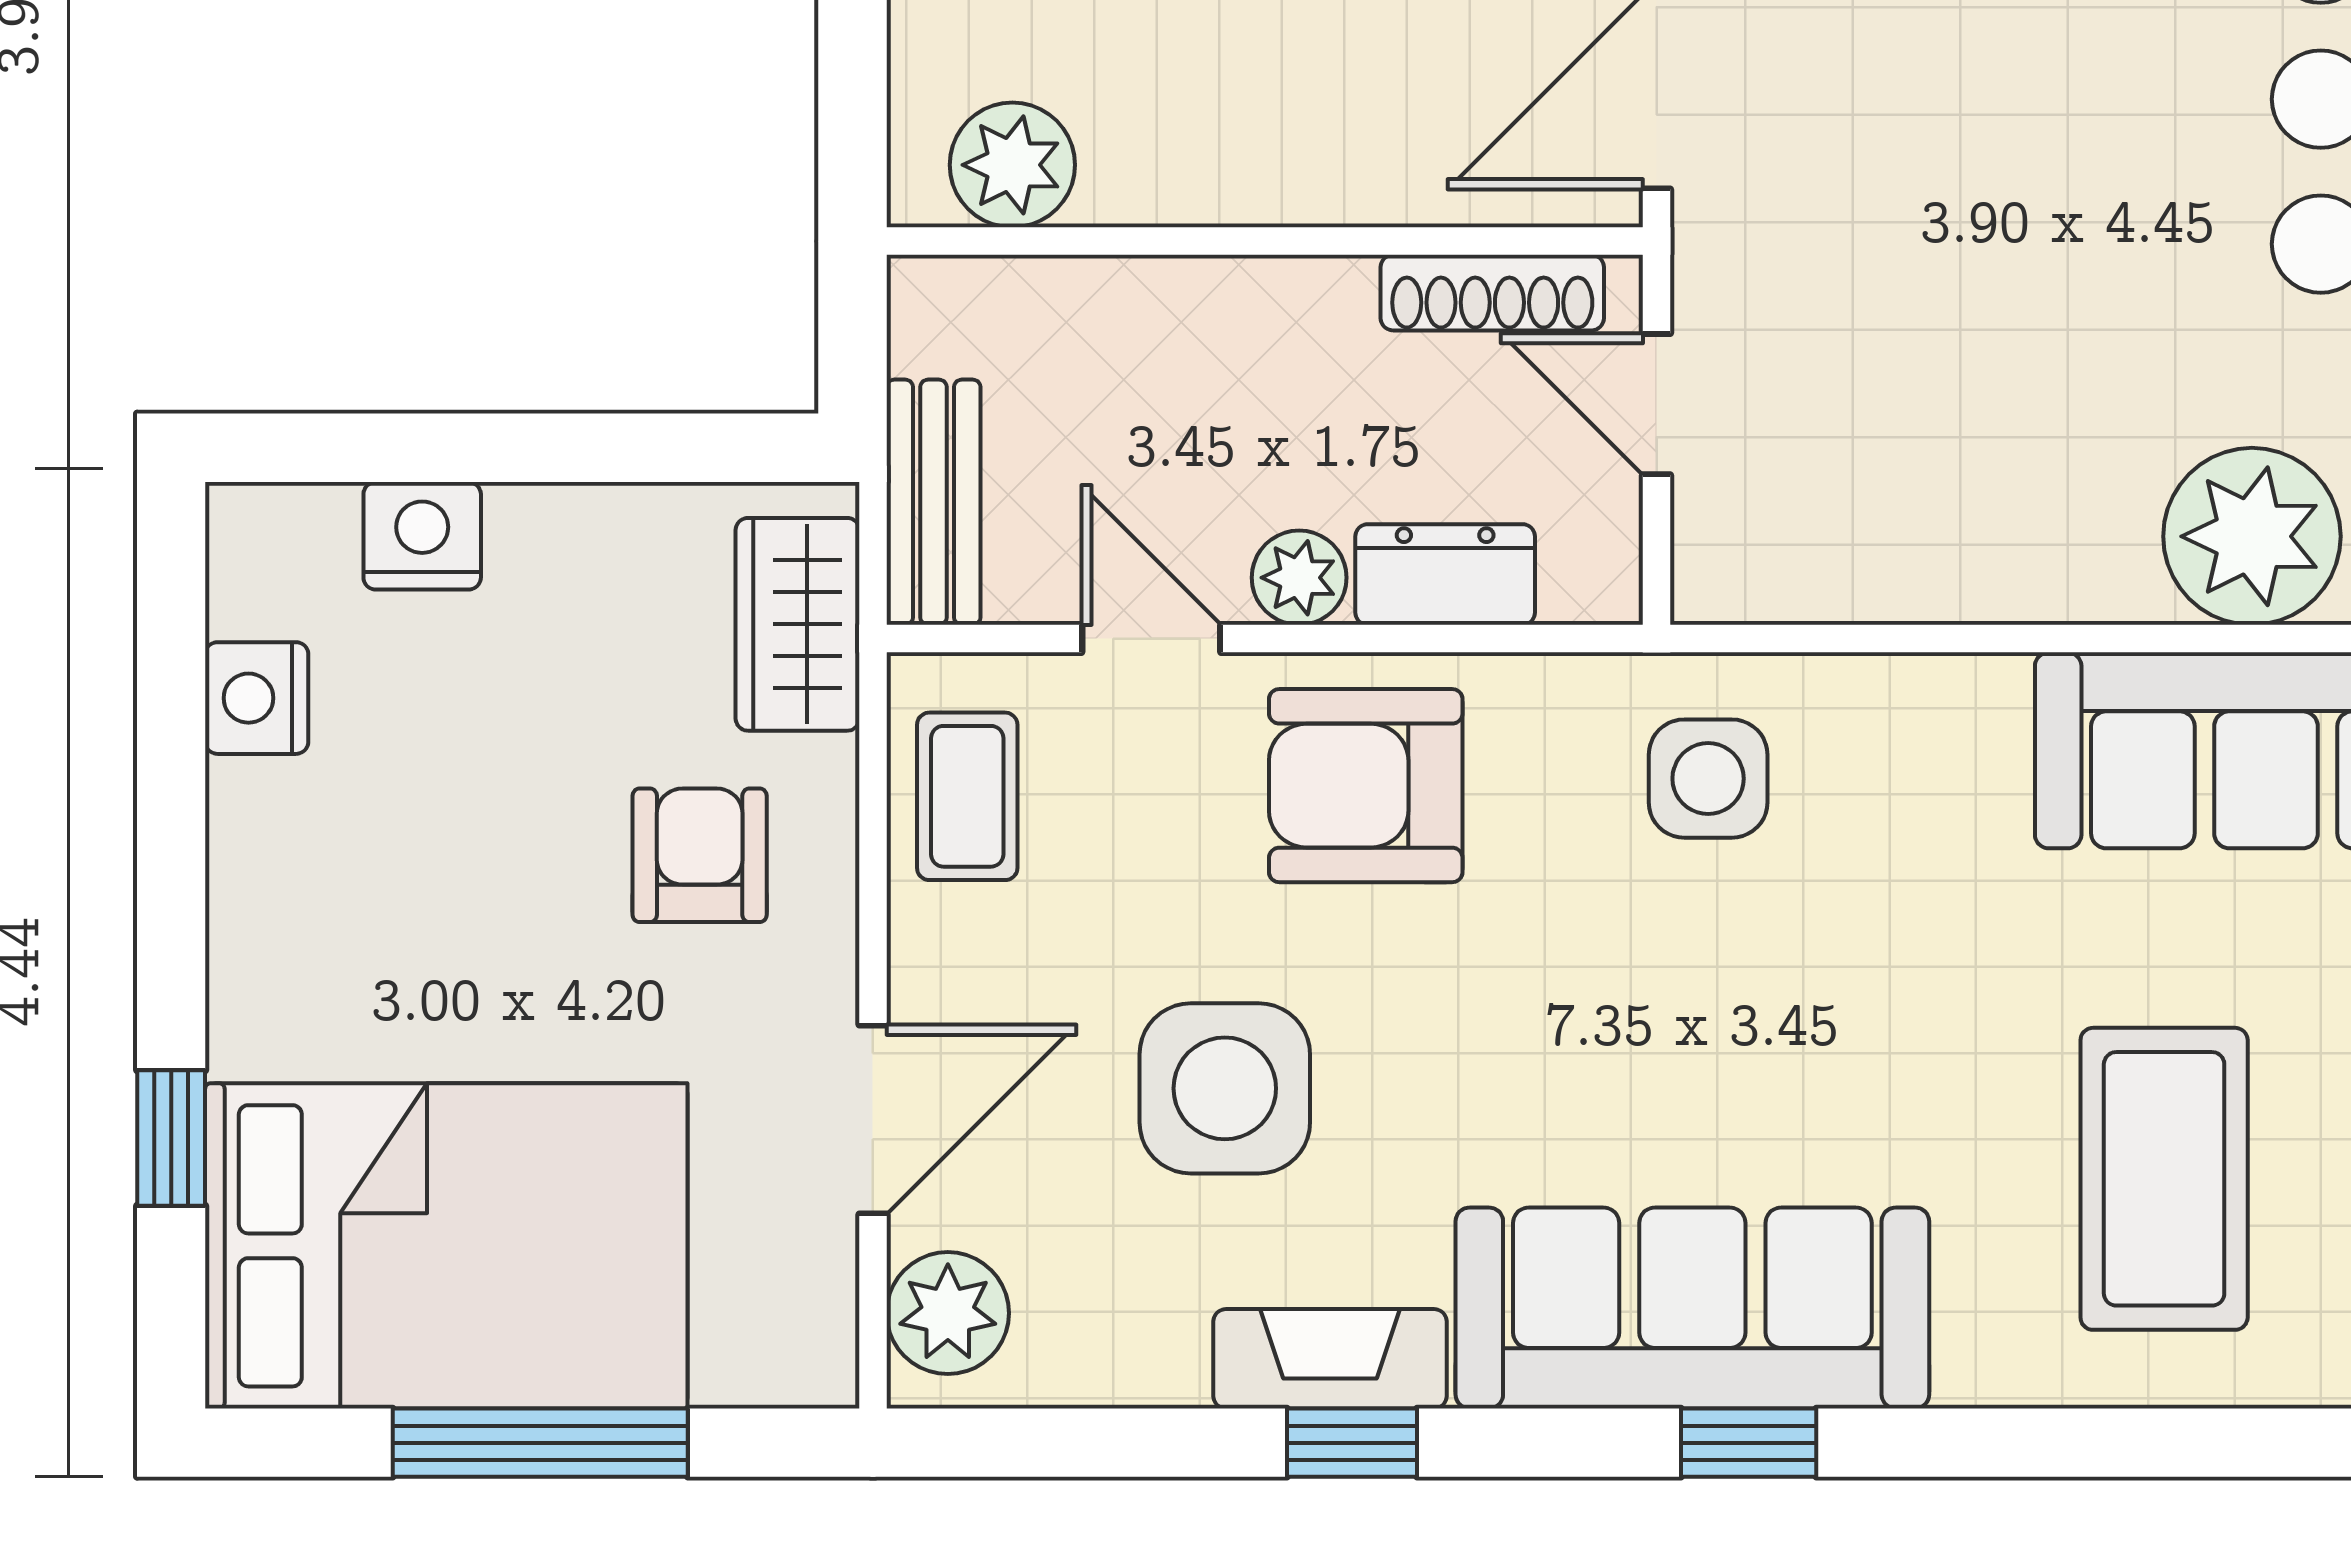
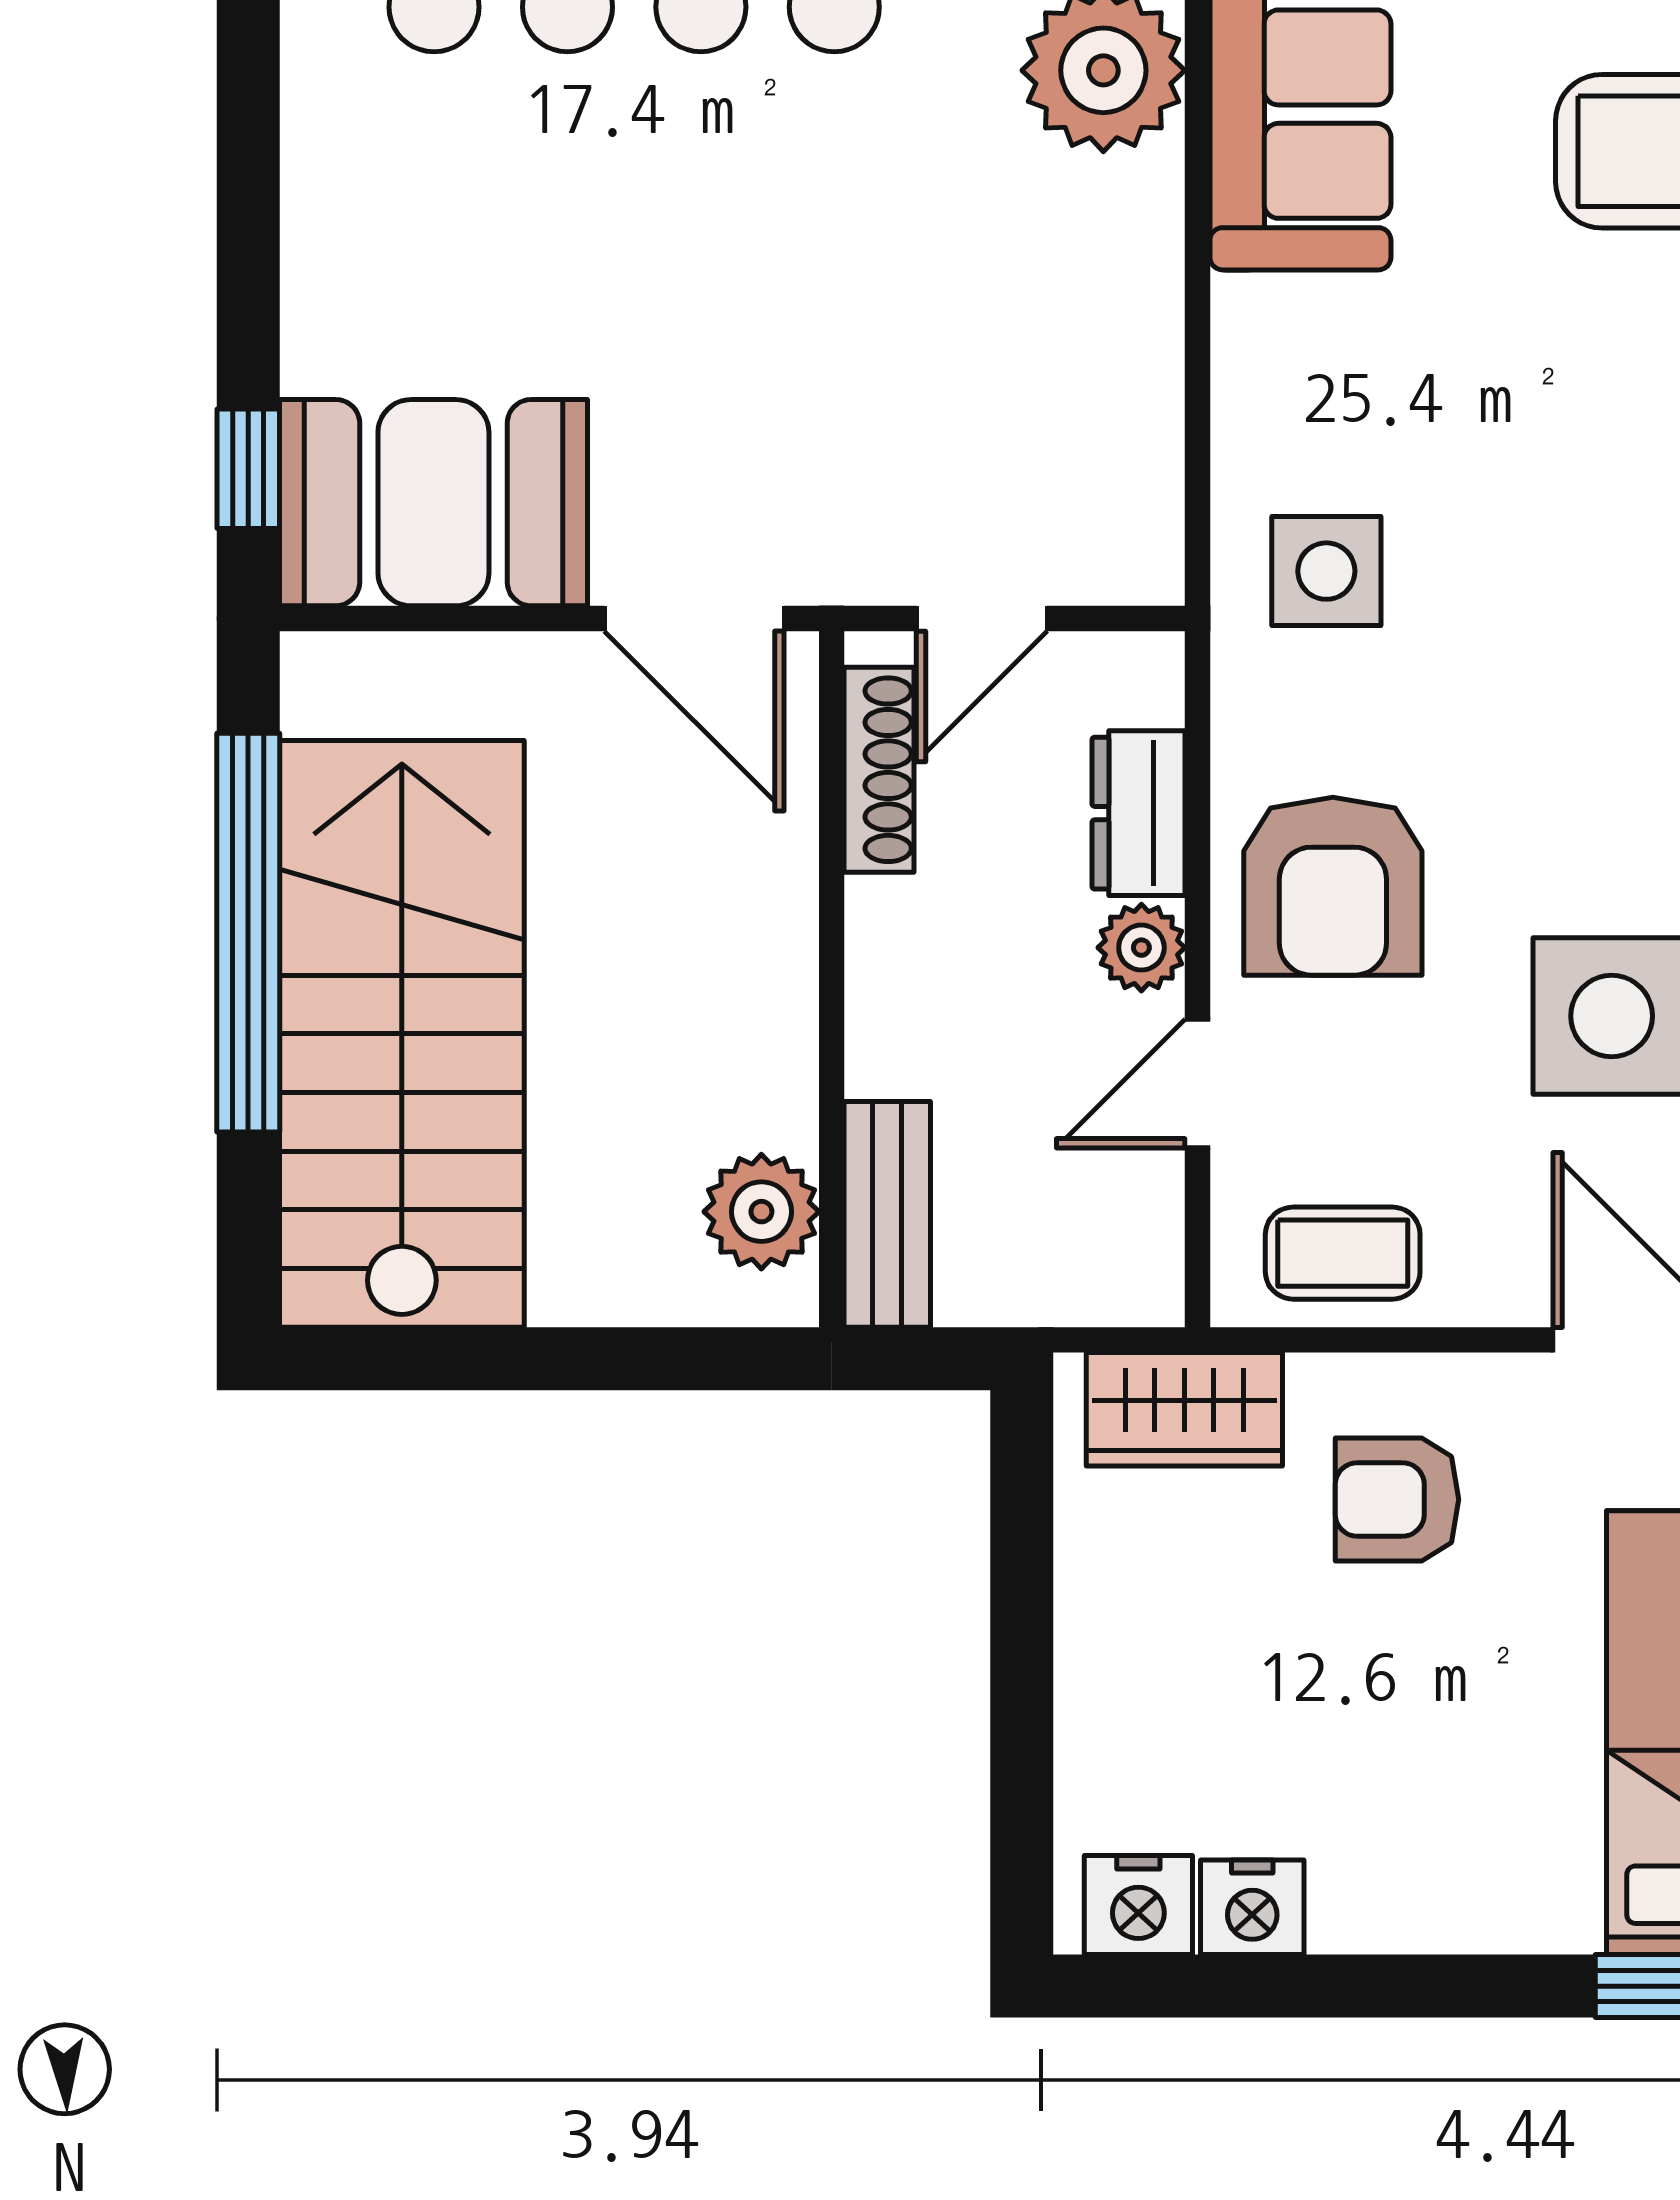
bench: (933, 502) -> (887, 1214), moved, turned 90
nightstand: (422, 536) -> (1138, 1905), moved, turned -90

